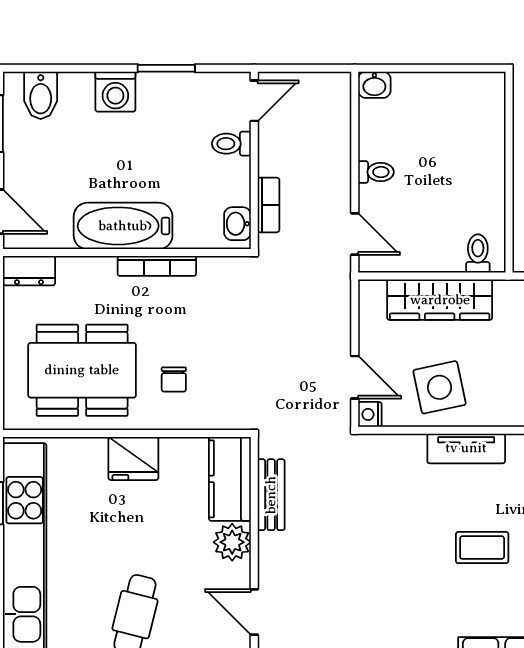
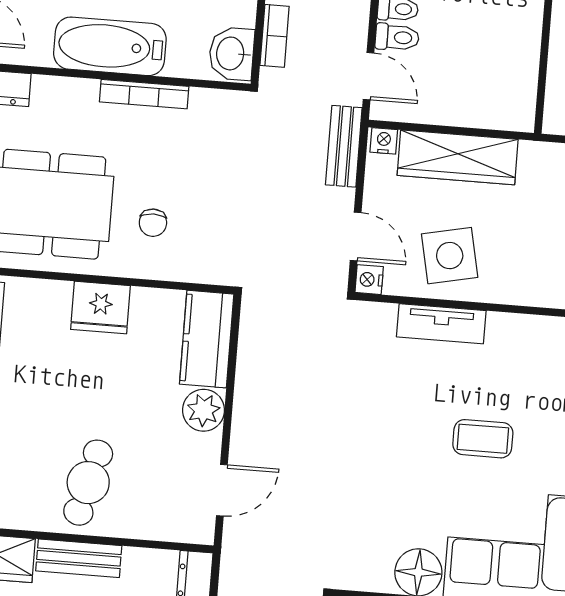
washbasin: (237, 224) -> (231, 54), width x1.38, depth x1.45
toilet: (478, 253) -> (397, 37), moved, turned 90
nightstand: (373, 290) -> (384, 141), added
tv unit: (466, 448) -> (441, 324), moved
bench: (271, 495) -> (344, 146), moved
door: (254, 612) -> (222, 490), swing flipped

